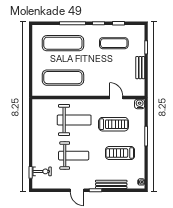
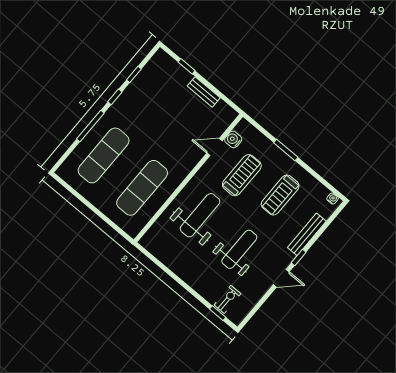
exercise mat: (114, 43) -> (152, 98), removed
water cooler: (140, 104) -> (233, 139), moved

